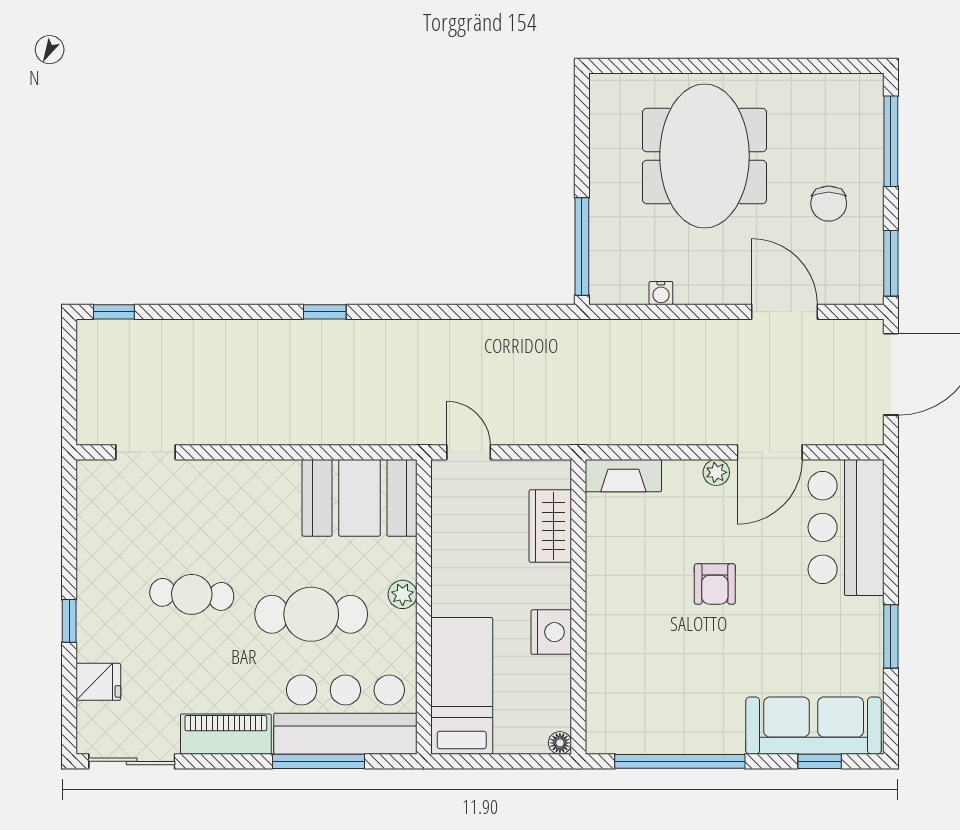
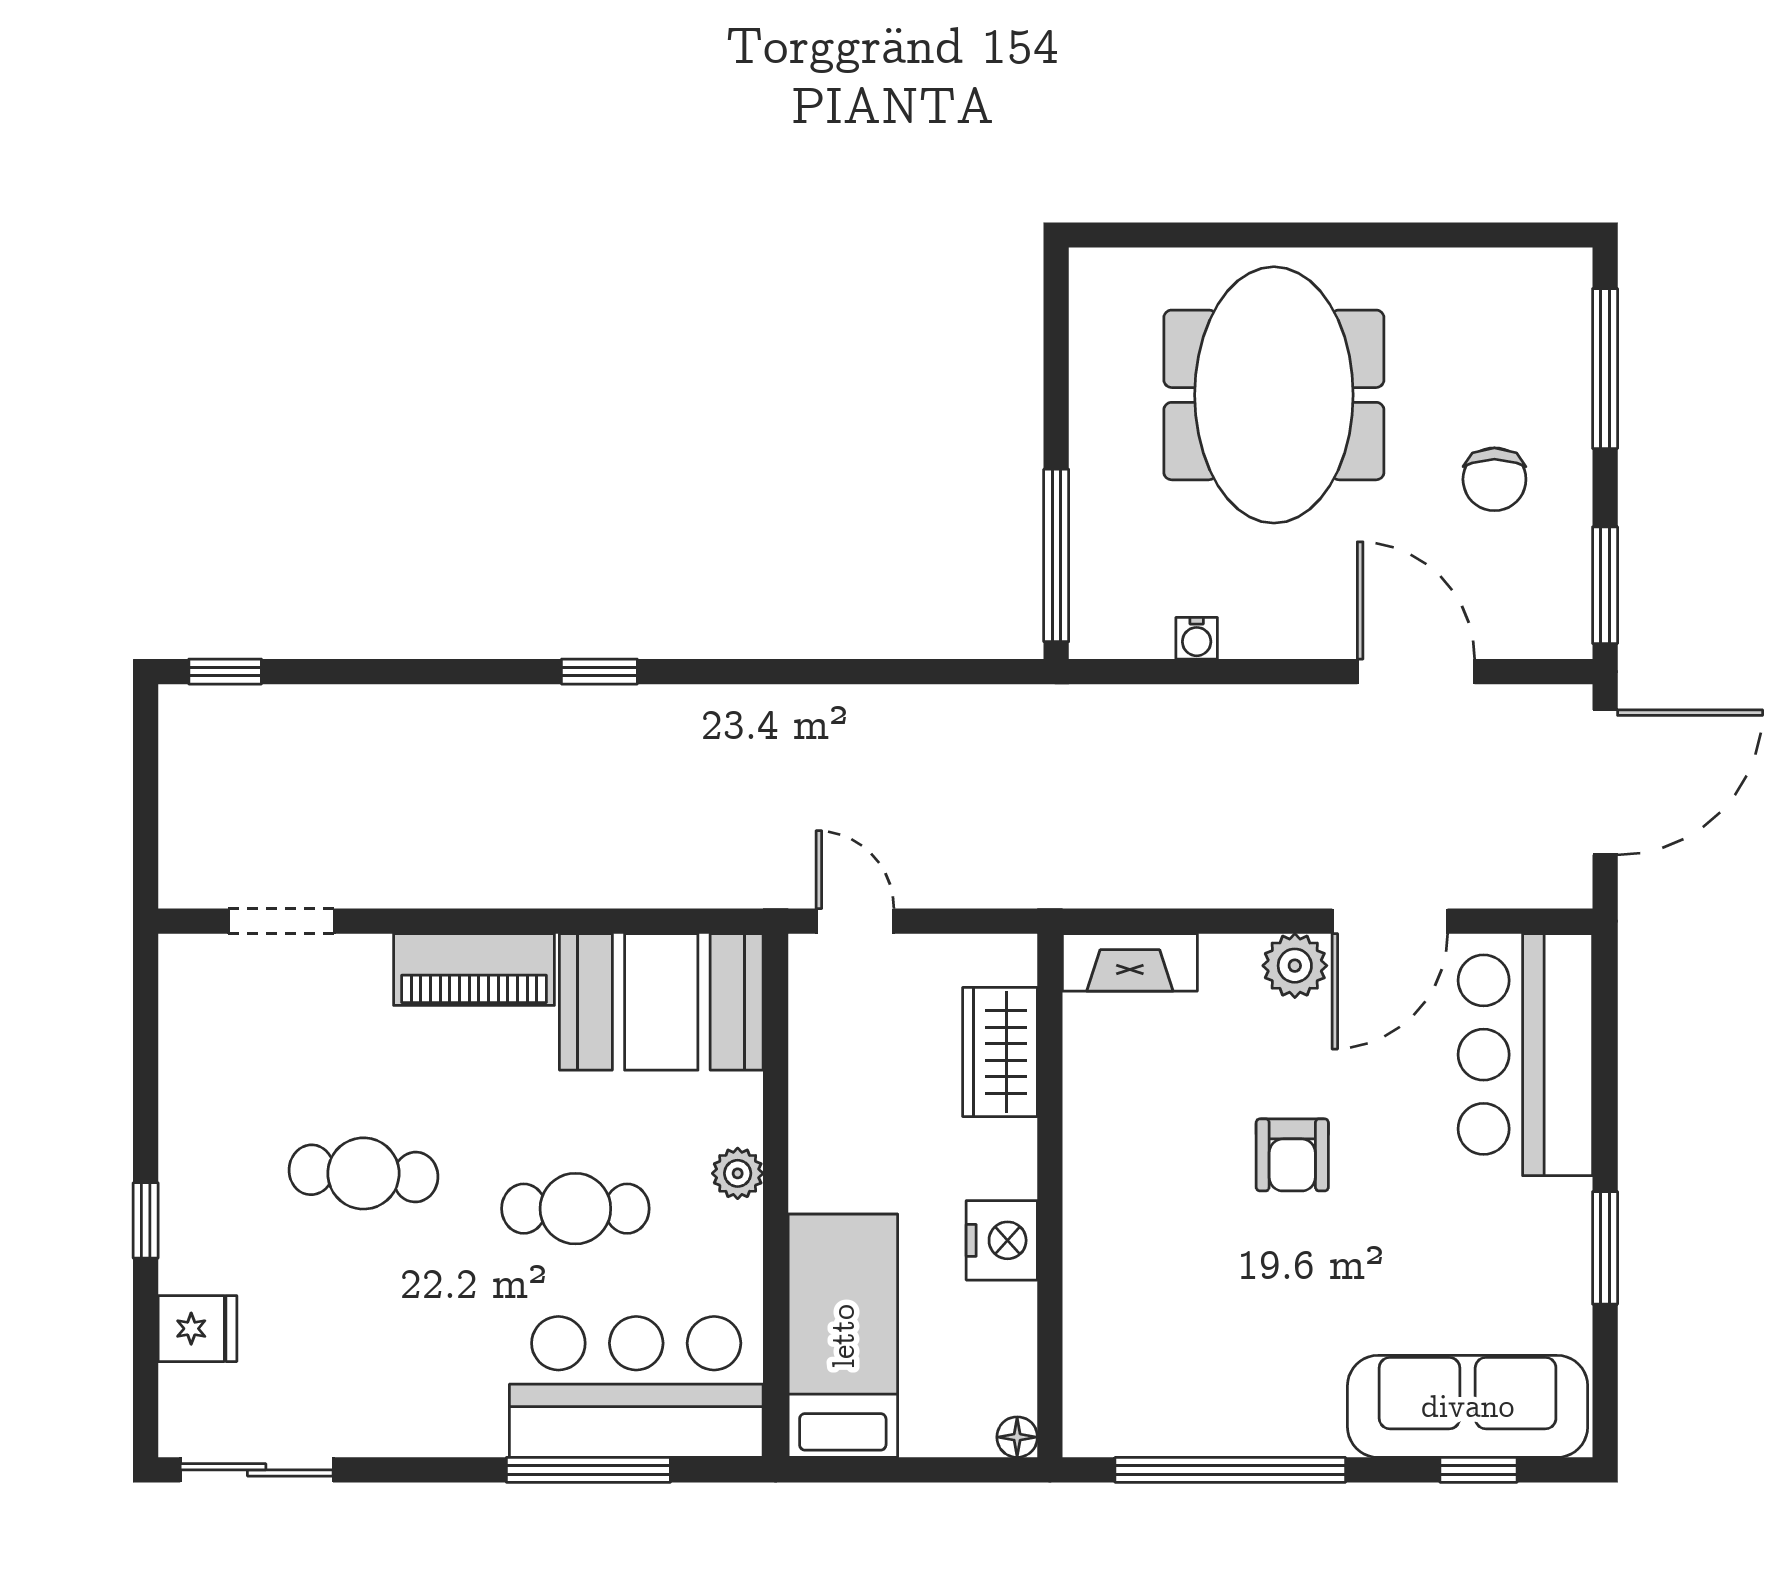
plant: (716, 472) -> (1295, 966), width x1.38, depth x1.38
cafe table: (311, 614) -> (575, 1209), width x0.73, depth x0.74
piano: (226, 734) -> (474, 969), moved, turned 180

